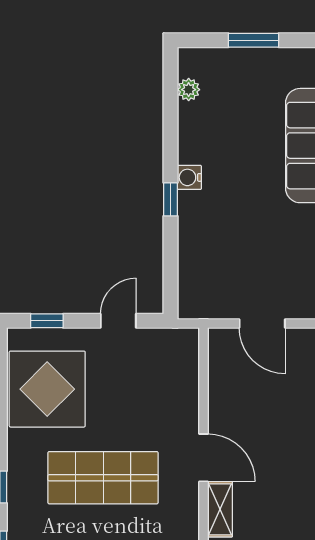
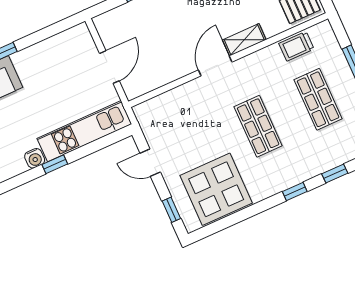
kitchen unit: (195, 256) -> (84, 131), added
shop shelf: (103, 478) -> (258, 126), width x0.70, depth x0.74

